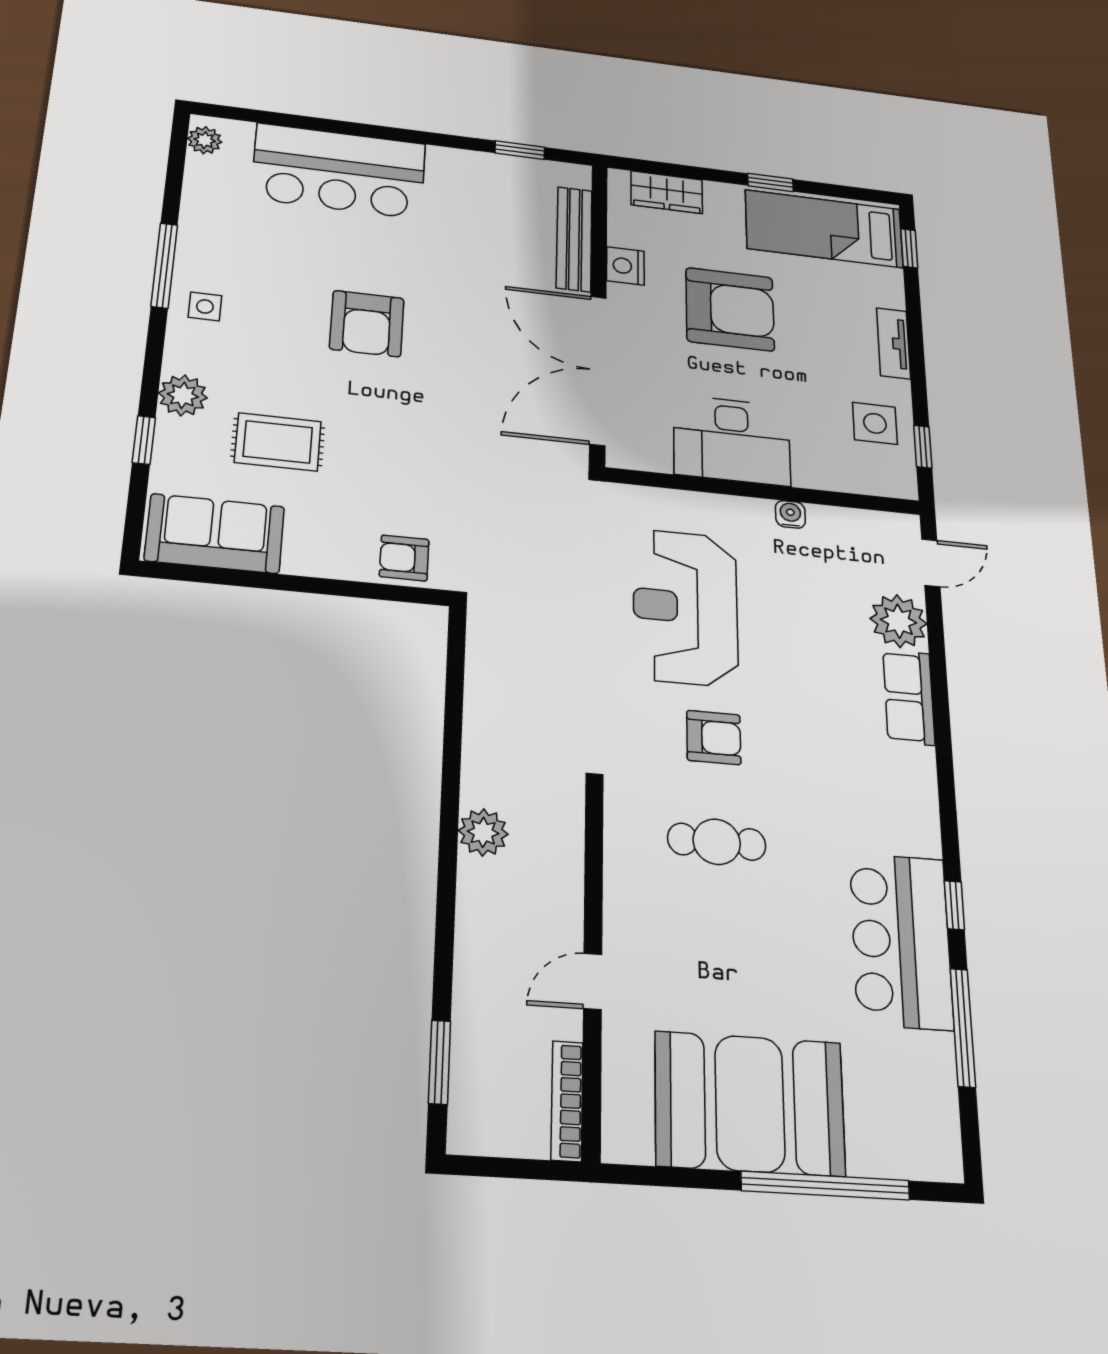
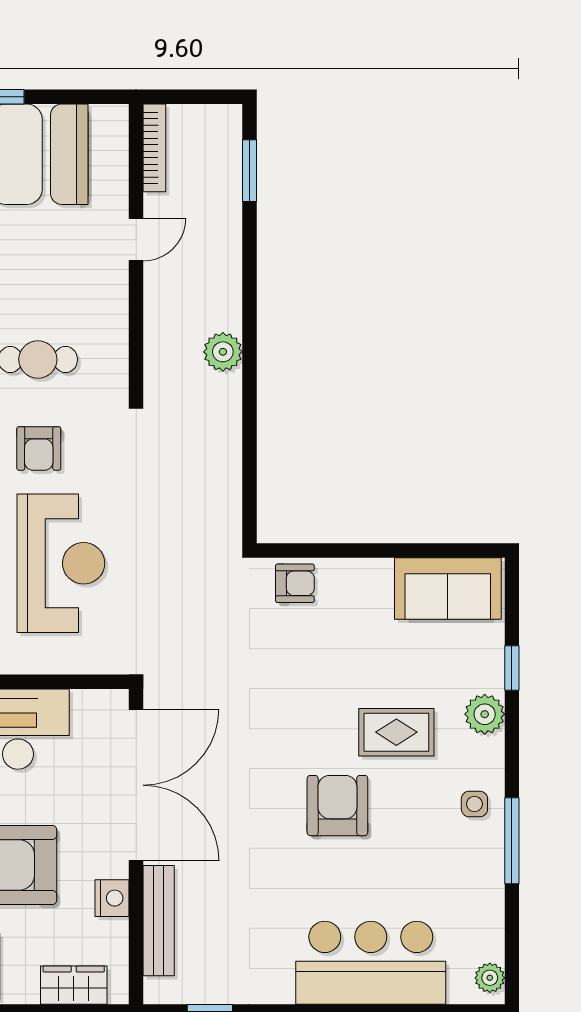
rug: (278, 442) -> (396, 732), moved
armchair: (714, 738) -> (39, 448), turned -90

